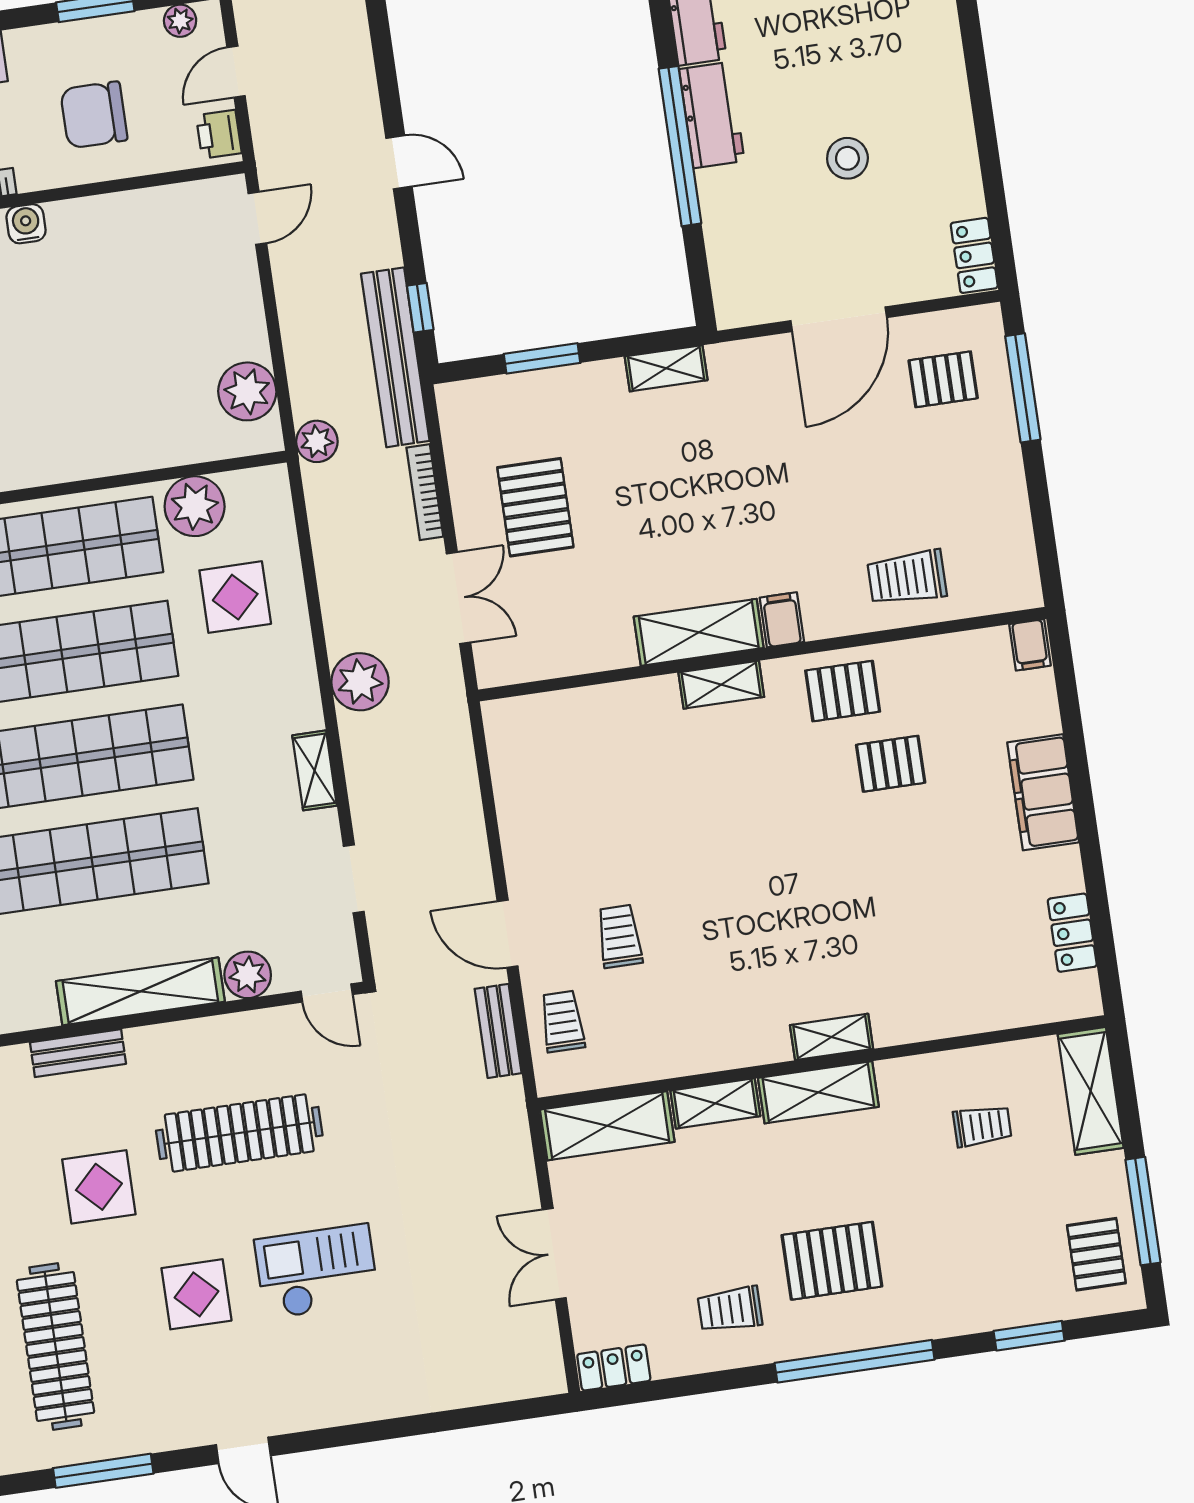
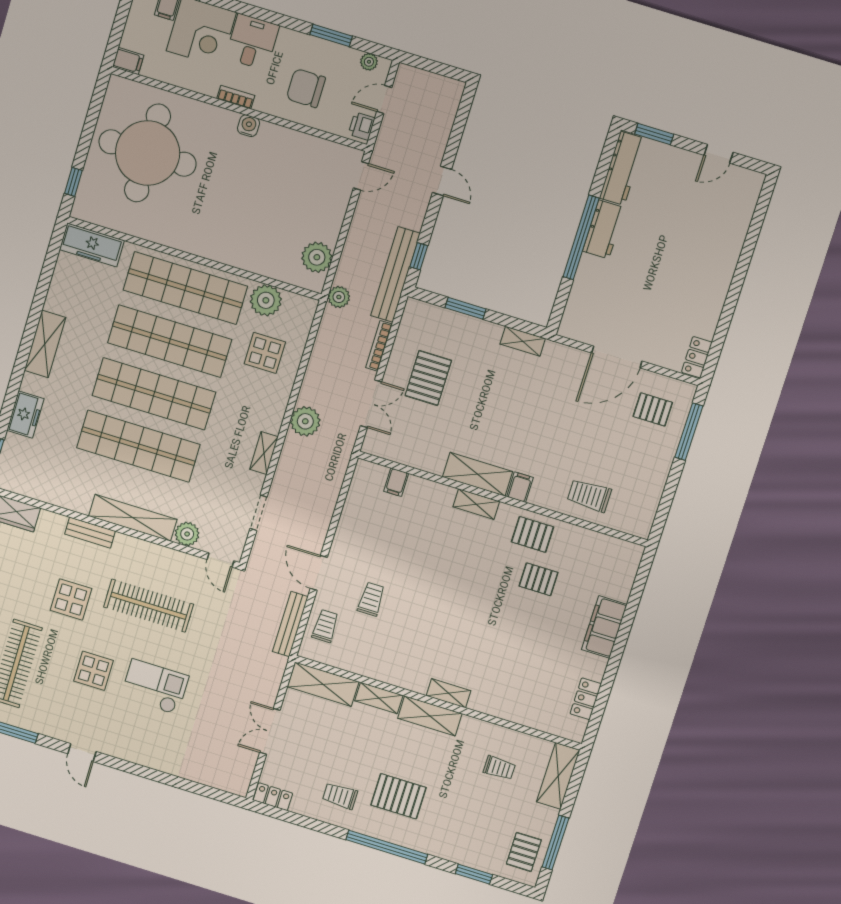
stool: (847, 158) -> (659, 282), removed
filing cabinet: (1030, 645) -> (396, 482), moved
bench: (498, 1031) -> (290, 624), width x1.36

